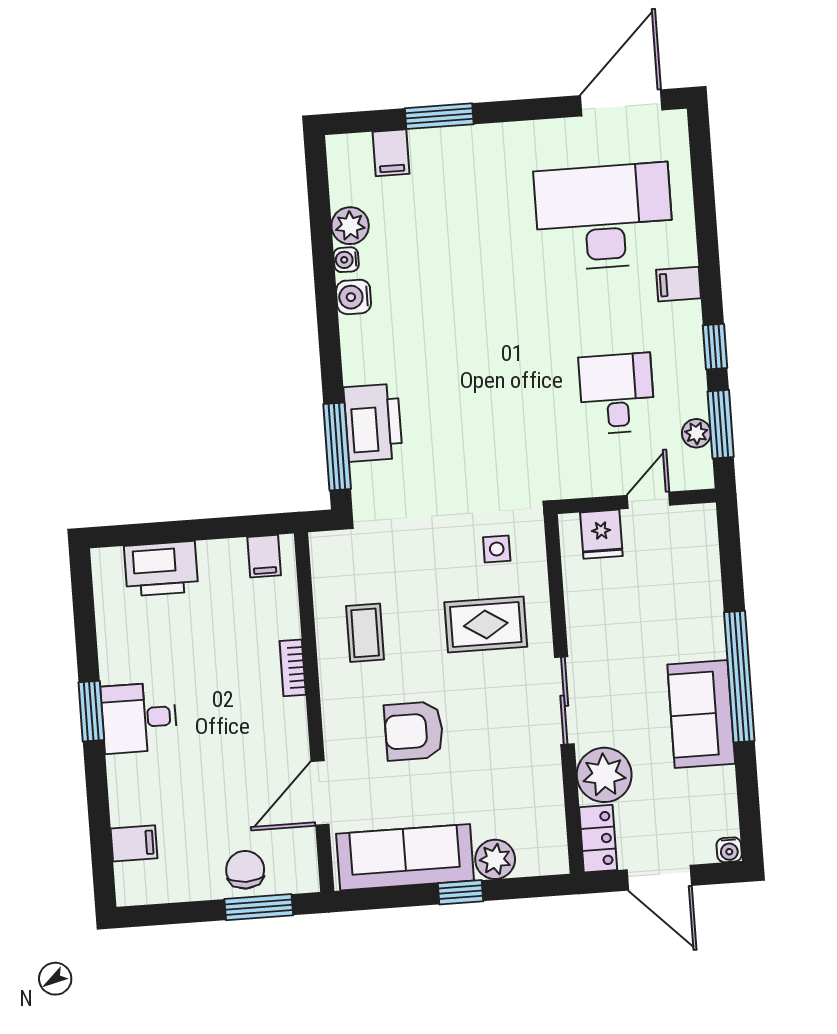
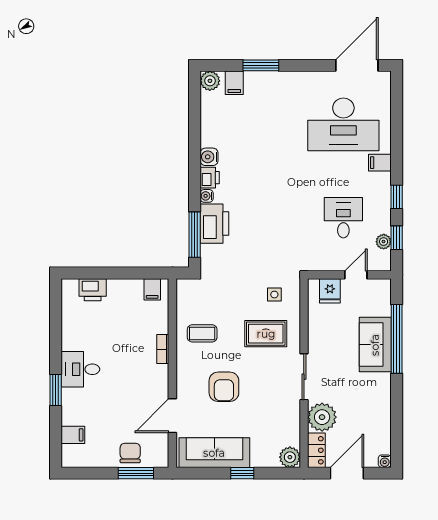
desk: (604, 217) -> (343, 124), turned 180
plant: (350, 226) -> (210, 81), moved
water cooler: (346, 260) -> (207, 196), moved
printer: (358, 336) -> (210, 178), added
window: (721, 424) -> (397, 238), width x0.67
printer: (161, 569) -> (93, 290), width x0.73, depth x0.84
coffee table: (365, 633) -> (202, 333), turned 90
window: (739, 677) -> (397, 339), moved
window: (91, 711) -> (56, 390), moved
sofa: (701, 714) -> (375, 345), moved
armchair: (414, 731) -> (224, 387), turned -90
plant: (495, 859) -> (290, 457), moved
door: (659, 878) -> (347, 473), swing flipped

